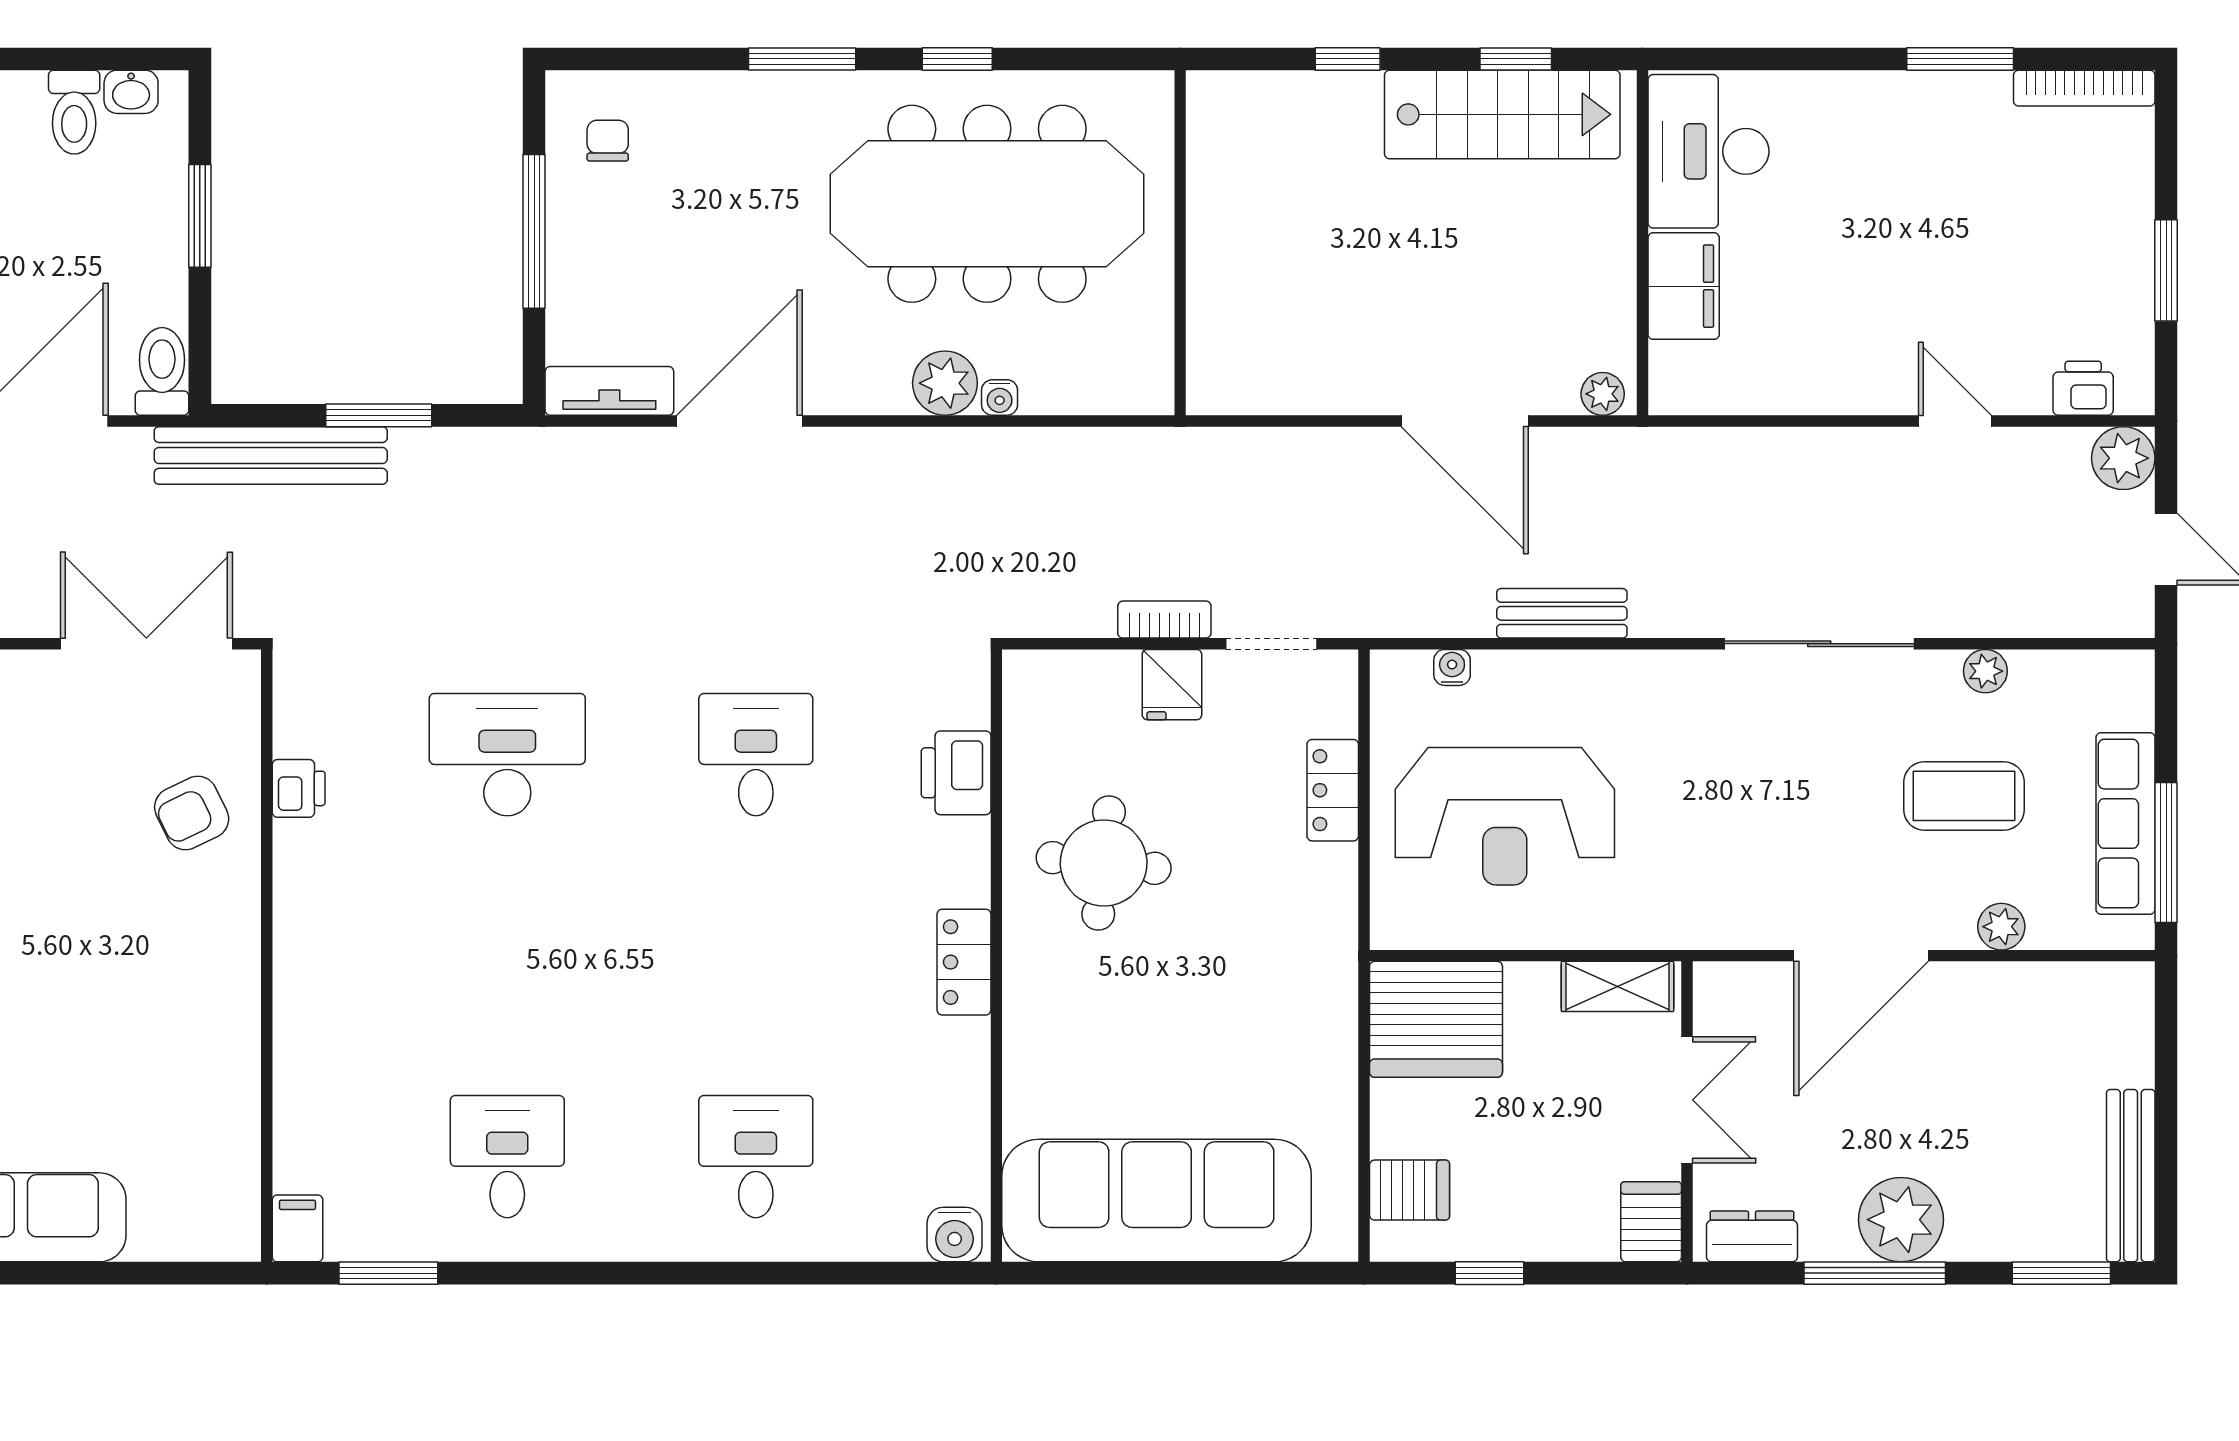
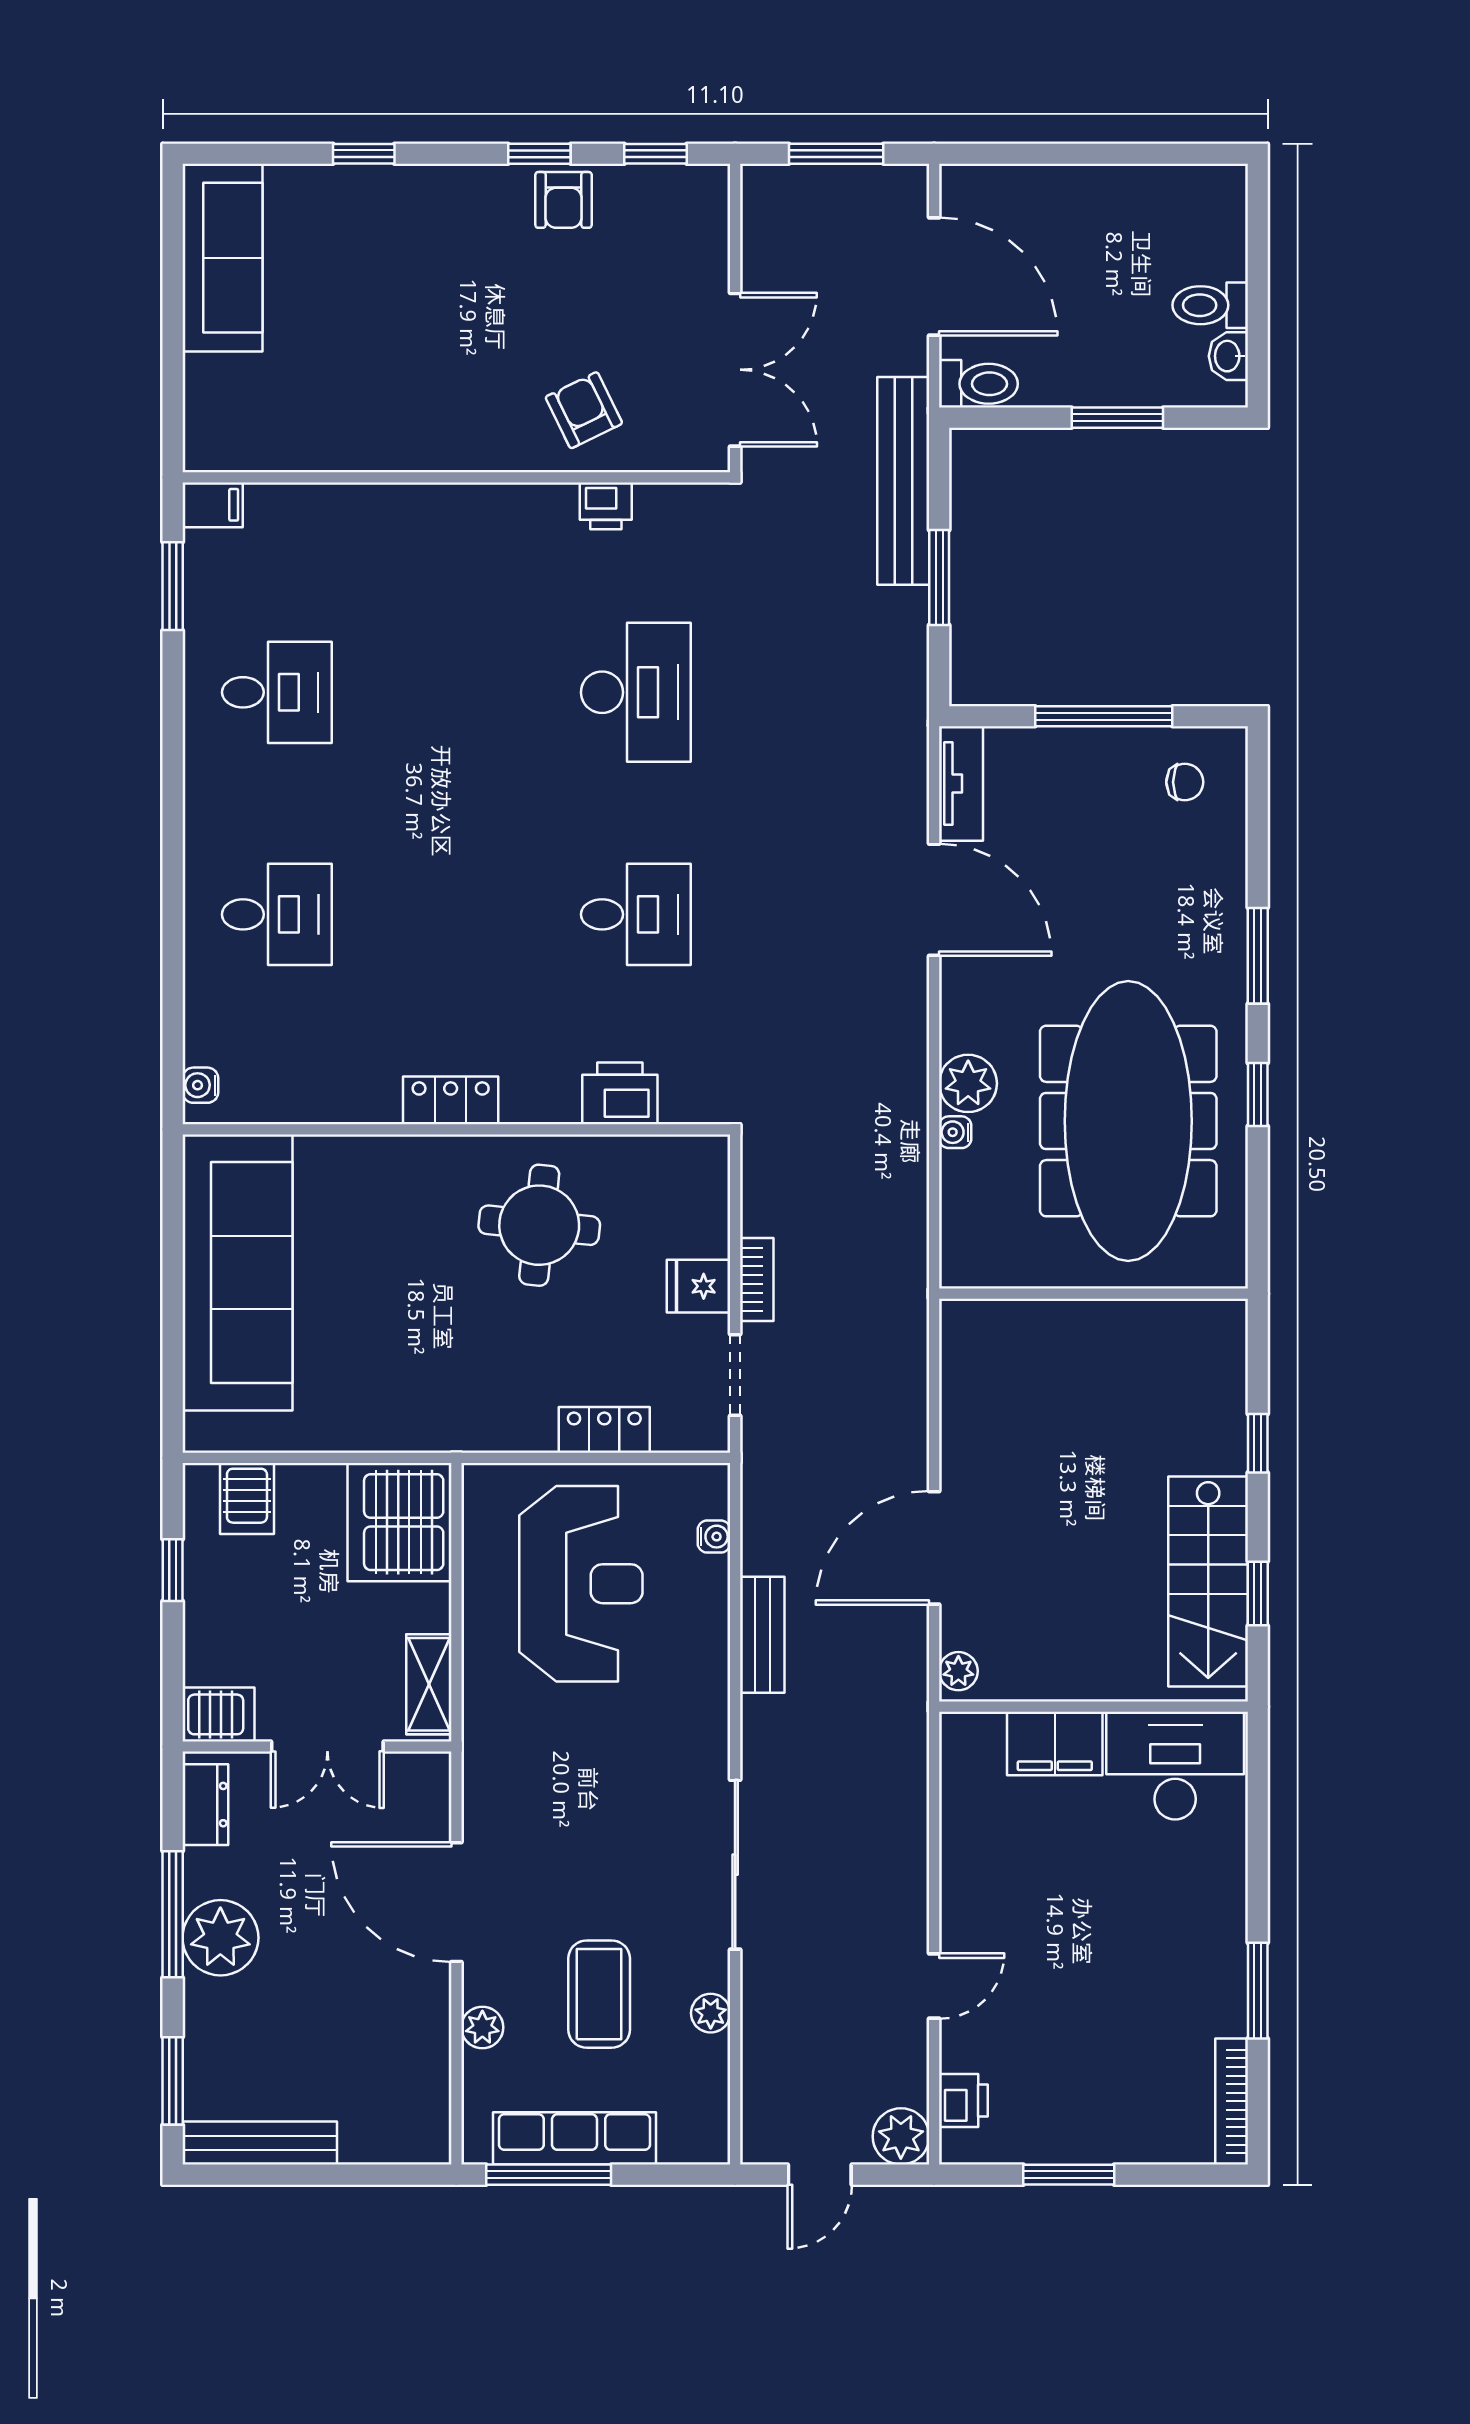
reception desk: (1505, 816) -> (581, 1584), turned 180
water cooler: (955, 1235) -> (200, 1085), width x0.72, depth x0.72

